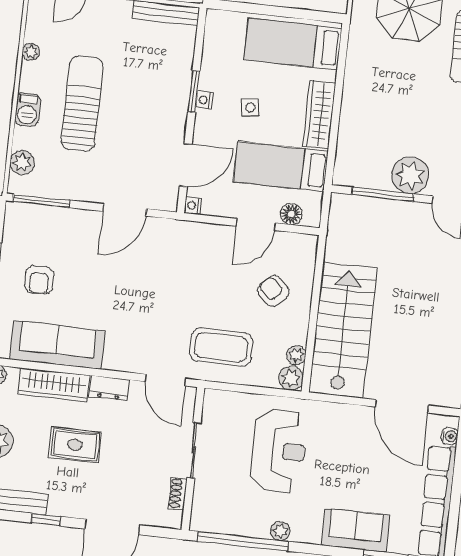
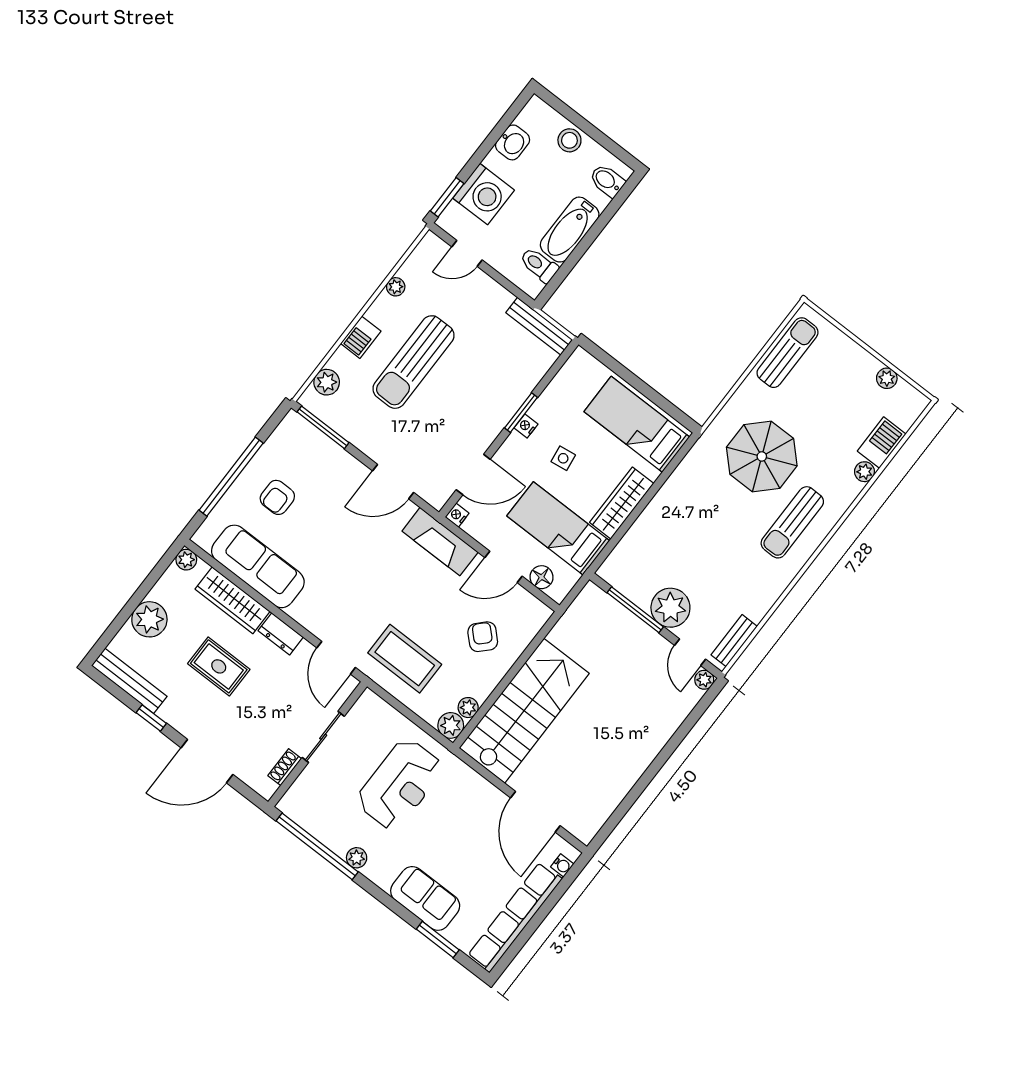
sun lounger: (82, 104) -> (413, 362), turned 180
fireplace: (192, 235) -> (440, 542), added

